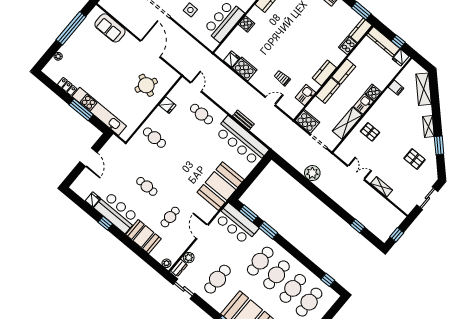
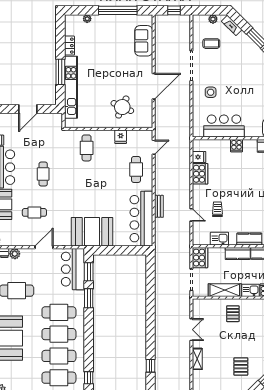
plant: (312, 173) -> (163, 295), removed

